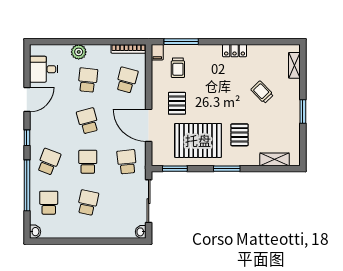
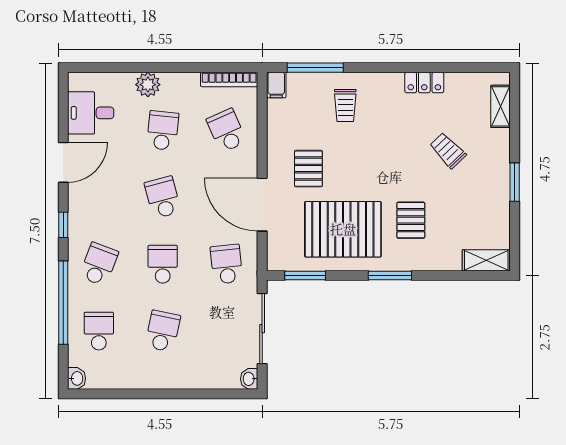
locker: (235, 51) -> (424, 82), moved
trolley: (178, 68) -> (345, 105), moved
school desk: (127, 80) -> (227, 131), turned -39
shelving: (275, 159) -> (486, 260), moved

